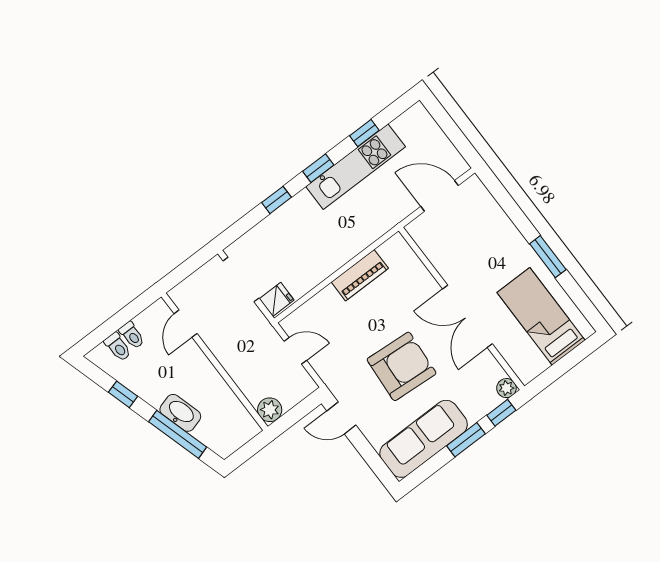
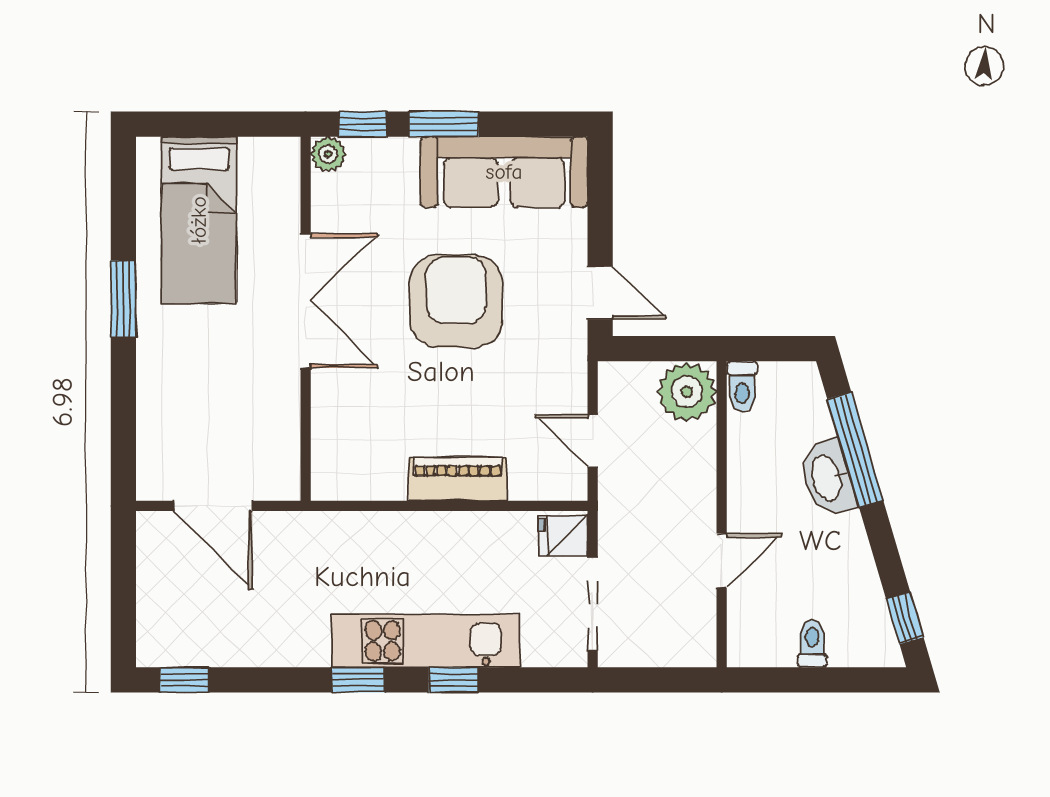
window: (364, 133) -> (185, 680), moved
kitchen unit: (356, 167) -> (426, 641), moved
piano: (360, 275) -> (458, 479), moved
door: (186, 324) -> (722, 561), moved
toilet: (118, 347) -> (742, 386), moved, turned 180
armchair: (402, 366) -> (456, 301), turned 86
window: (123, 394) -> (905, 618), moved
plant: (270, 410) -> (687, 392), width x1.36, depth x1.36

